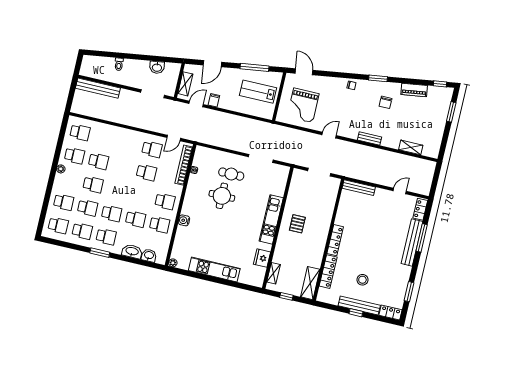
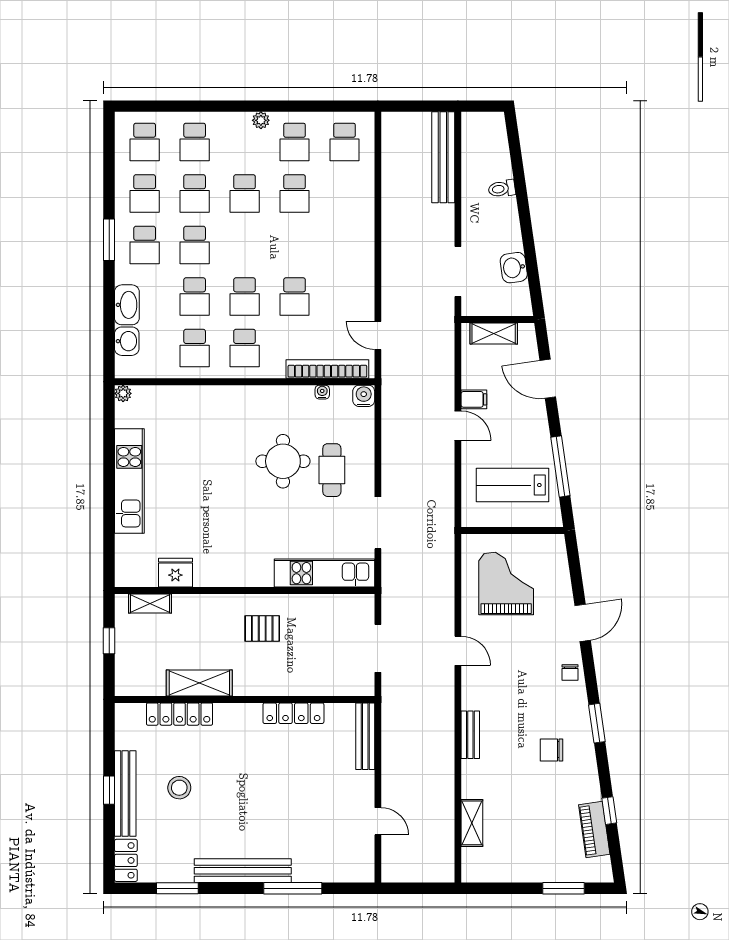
door: (304, 72) -> (583, 623), moved
window: (440, 84) -> (609, 811), moved
piano: (414, 90) -> (594, 829), moved
lab bench: (258, 92) -> (513, 485), turned -90
door: (196, 104) -> (458, 426), moved
grand piano: (303, 105) -> (506, 583), turned 90
school desk: (152, 149) -> (245, 297), moved
locker: (420, 209) -> (350, 872), removed
kitchen unit: (271, 219) -> (324, 573), moved
water cooler: (184, 220) -> (364, 396), moved
locker: (335, 240) -> (293, 713), moved
bench: (412, 243) -> (243, 871), moved
shelving: (310, 283) -> (199, 683), moved

